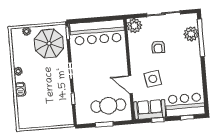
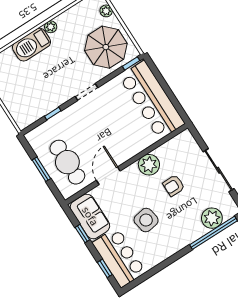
plant: (134, 26) -> (149, 165), moved
side table: (153, 79) -> (146, 220), moved
barbecue: (20, 89) -> (32, 45), width x1.88, depth x1.53

